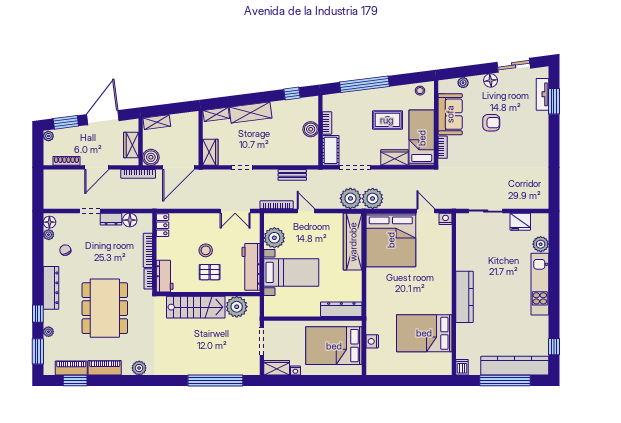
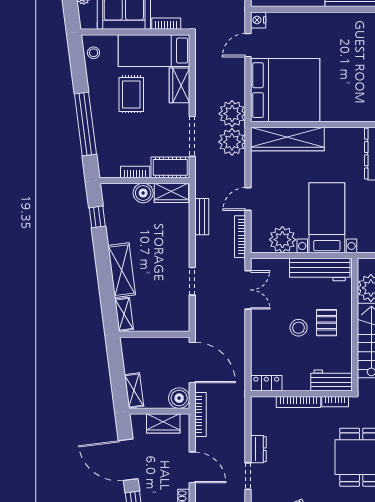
wardrobe: (210, 152) -> (171, 193), moved, turned 180
floor lamp: (130, 220) -> (260, 425), removed

